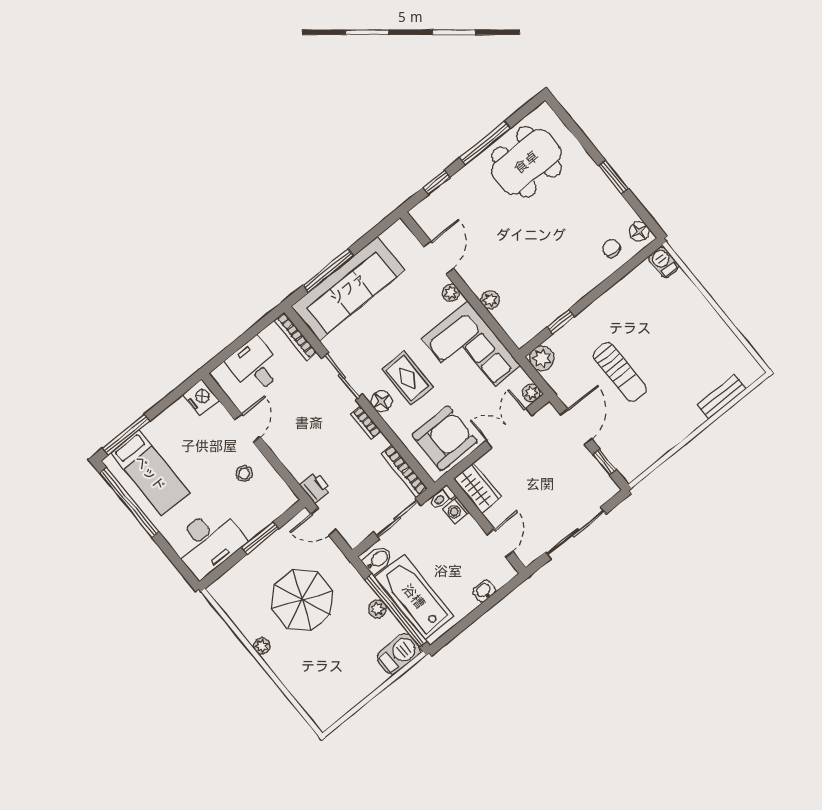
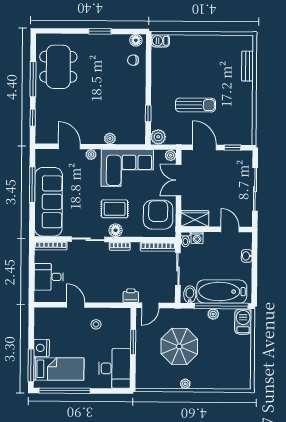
window: (328, 271) -> (32, 185), moved
nightstand: (201, 397) -> (41, 348), moved, turned -90

